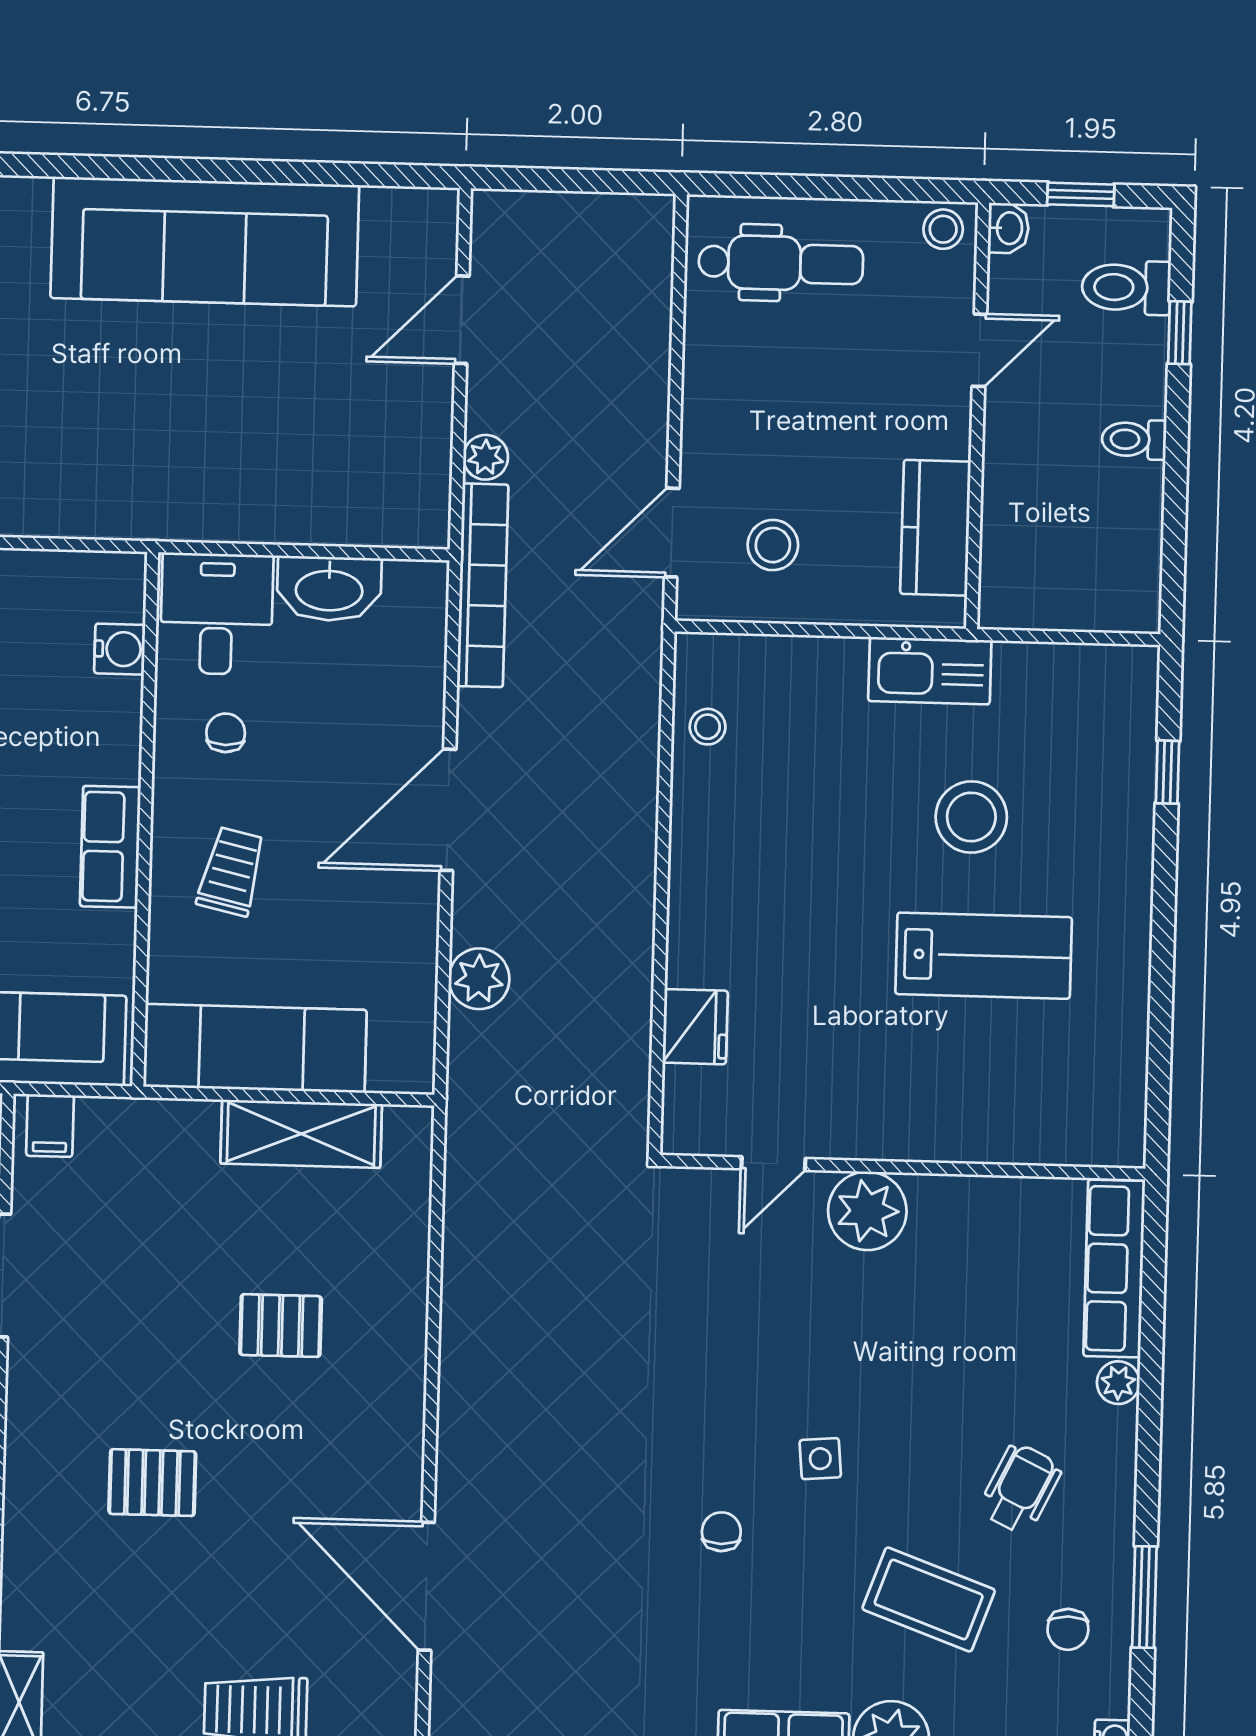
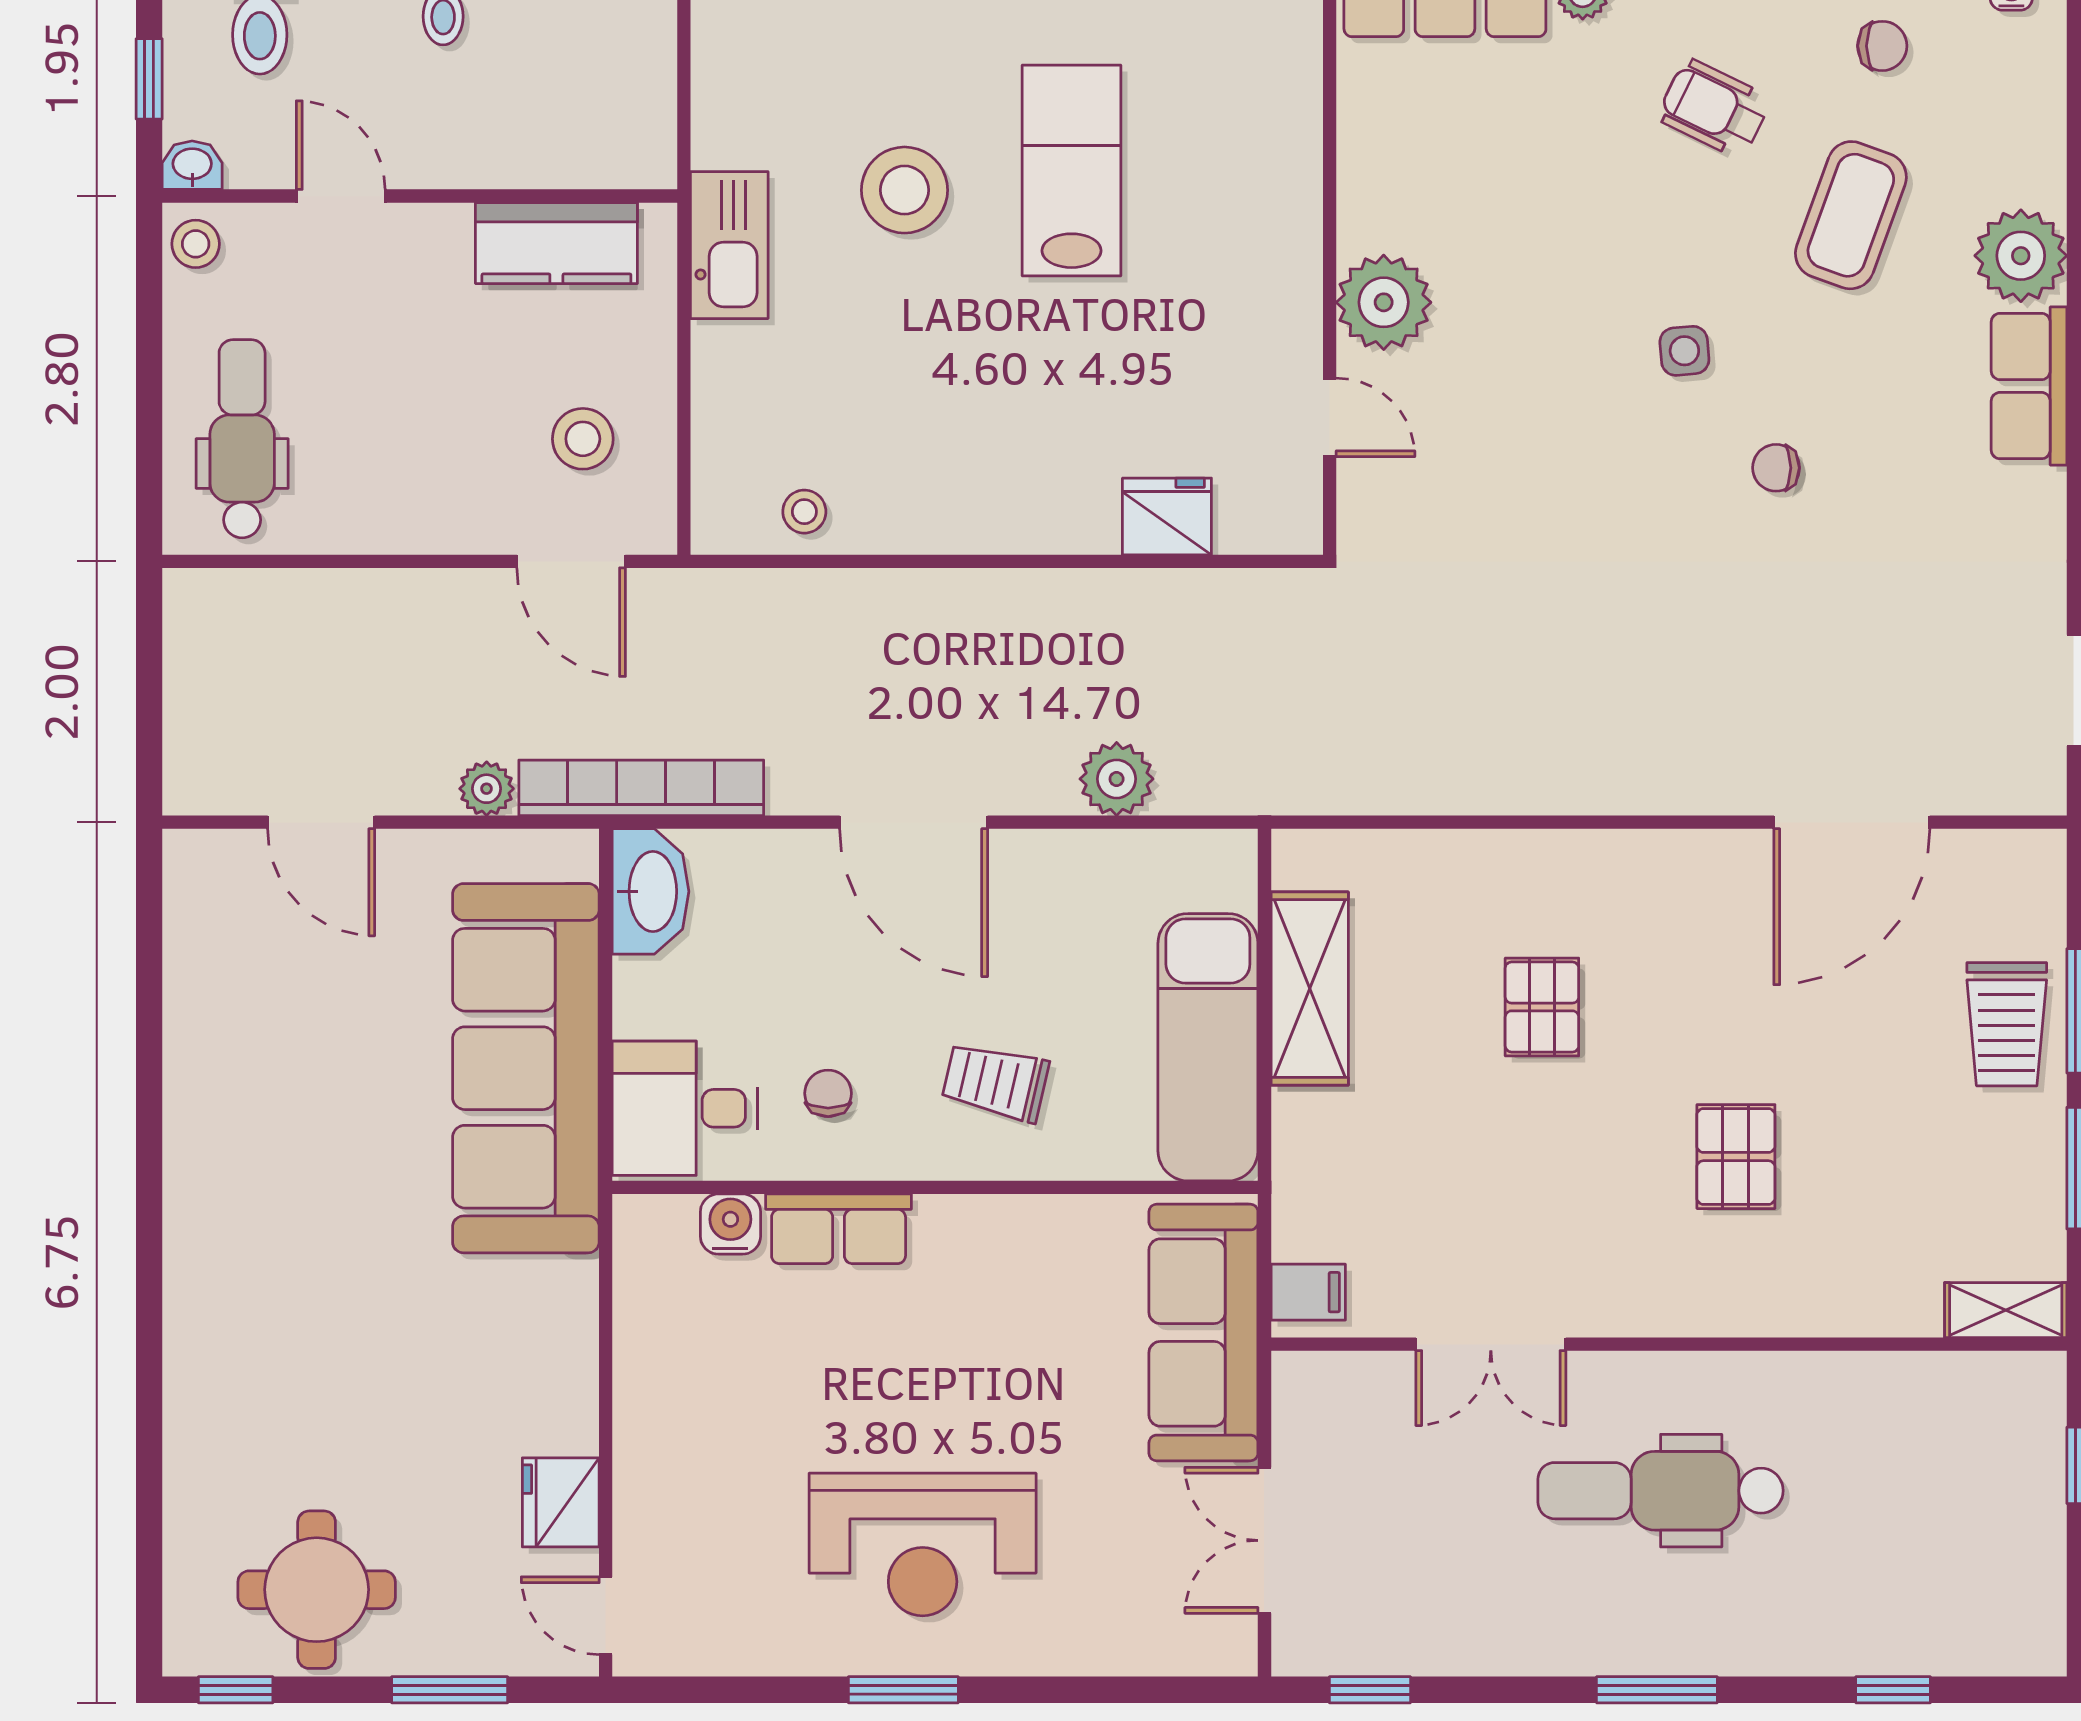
sofa: (205, 242) -> (526, 1068), moved, turned 180
washbasin: (329, 589) -> (651, 891), moved
chair: (226, 733) -> (828, 1093), turned 90
row of seats: (110, 847) -> (839, 1229), moved

